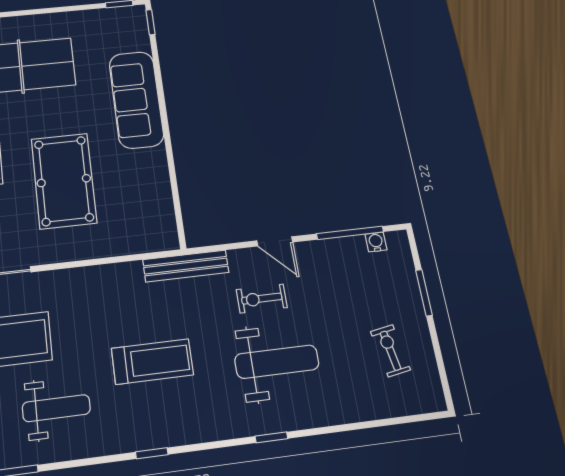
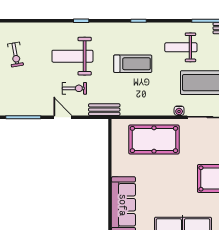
pool table: (64, 181) -> (154, 139), moved, turned 90
water cooler: (376, 242) -> (179, 111), moved
bench: (186, 266) -> (104, 110), width x0.73
treadmill: (152, 362) -> (133, 64), turned 180

